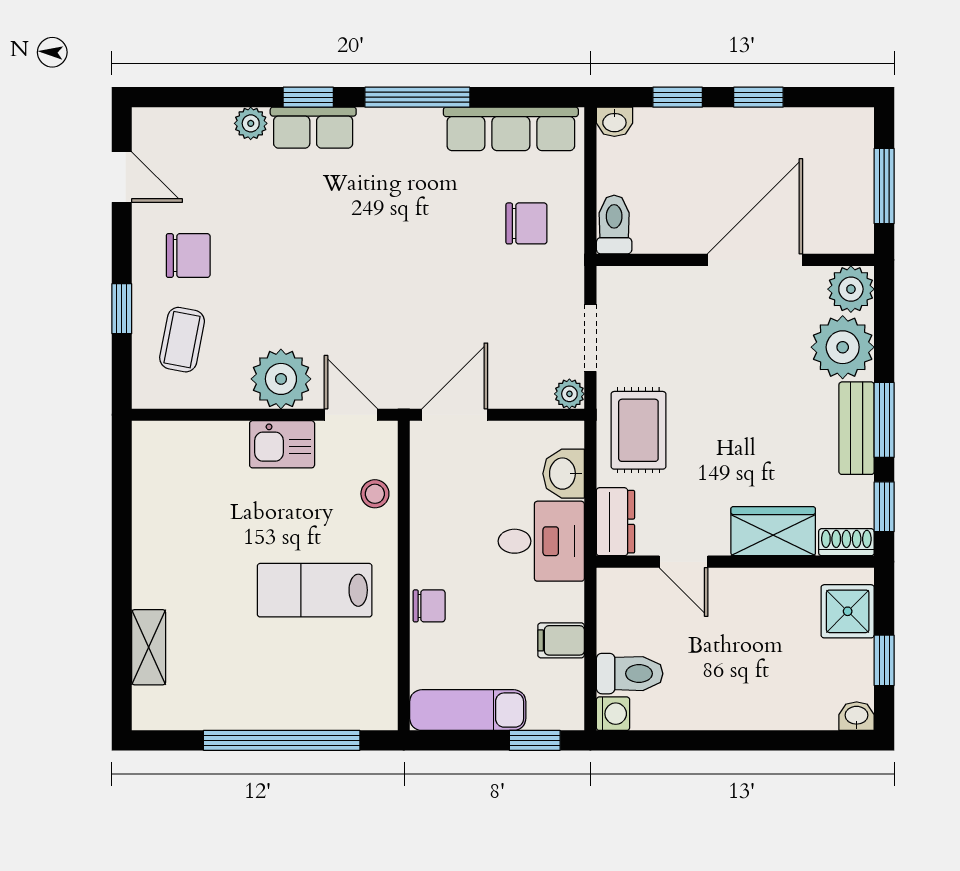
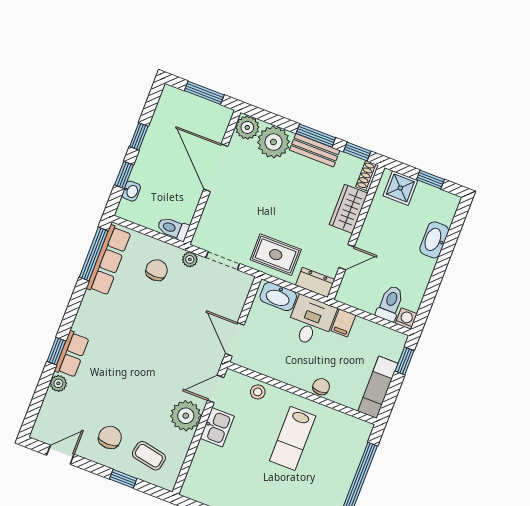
window: (417, 97) -> (94, 254), moved
washbasin: (614, 122) -> (131, 191), moved
plant: (569, 394) -> (190, 259), moved
washbasin: (564, 474) -> (278, 297), width x1.38
filing cabinet: (561, 640) -> (343, 323), moved
washbasin: (857, 716) -> (434, 240), moved, width x1.91, depth x1.45

